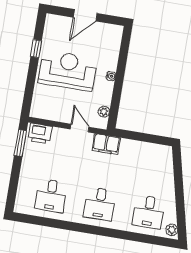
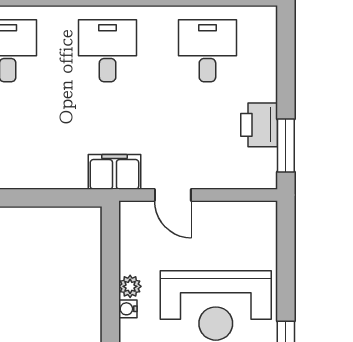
plant: (104, 112) -> (130, 286), moved
printer: (40, 133) -> (259, 125), moved, turned -90

